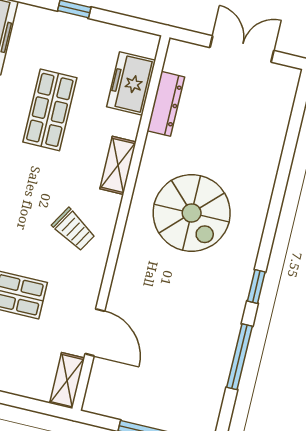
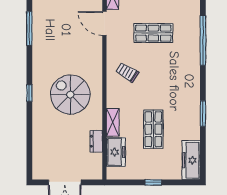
dresser: (166, 104) -> (96, 141), width x0.70
shelving: (118, 165) -> (113, 122), moved
window: (256, 286) -> (29, 93), moved

